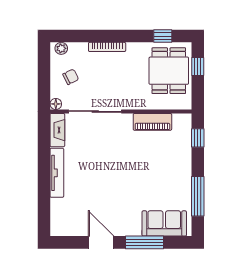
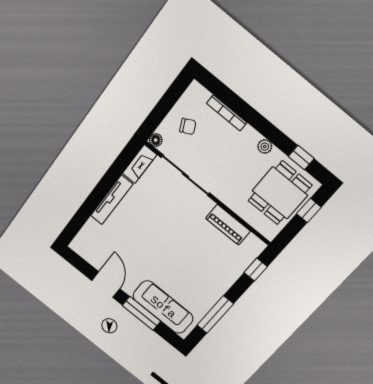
bookcase: (107, 47) -> (227, 113), moved
plant: (61, 48) -> (265, 147), moved
sofa: (164, 223) -> (163, 307), width x1.36

